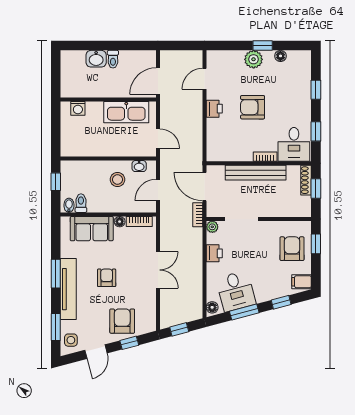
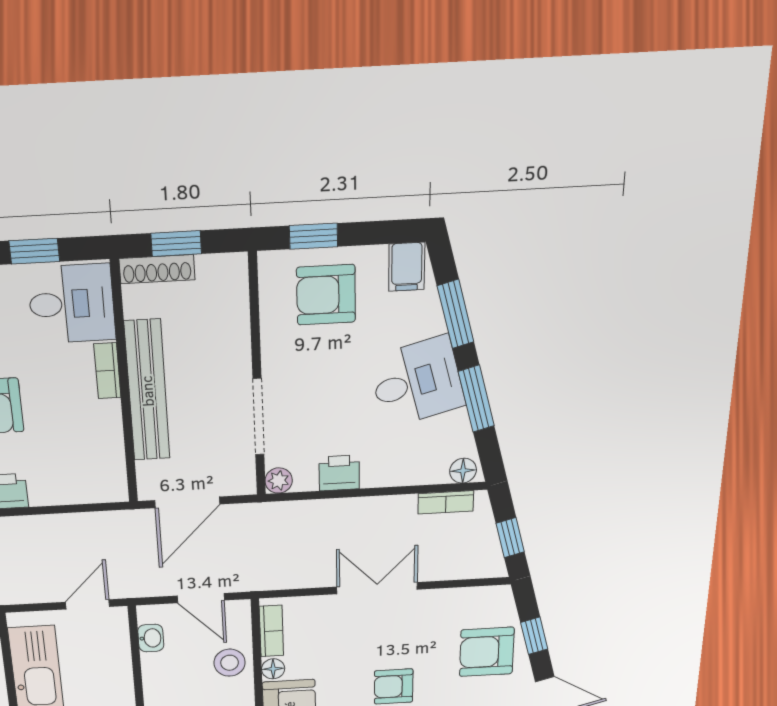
stool: (117, 180) -> (230, 663), moved
bookcase: (198, 215) -> (446, 502), moved
desk: (236, 291) -> (417, 382), moved
window: (281, 302) -> (456, 314), width x1.50

